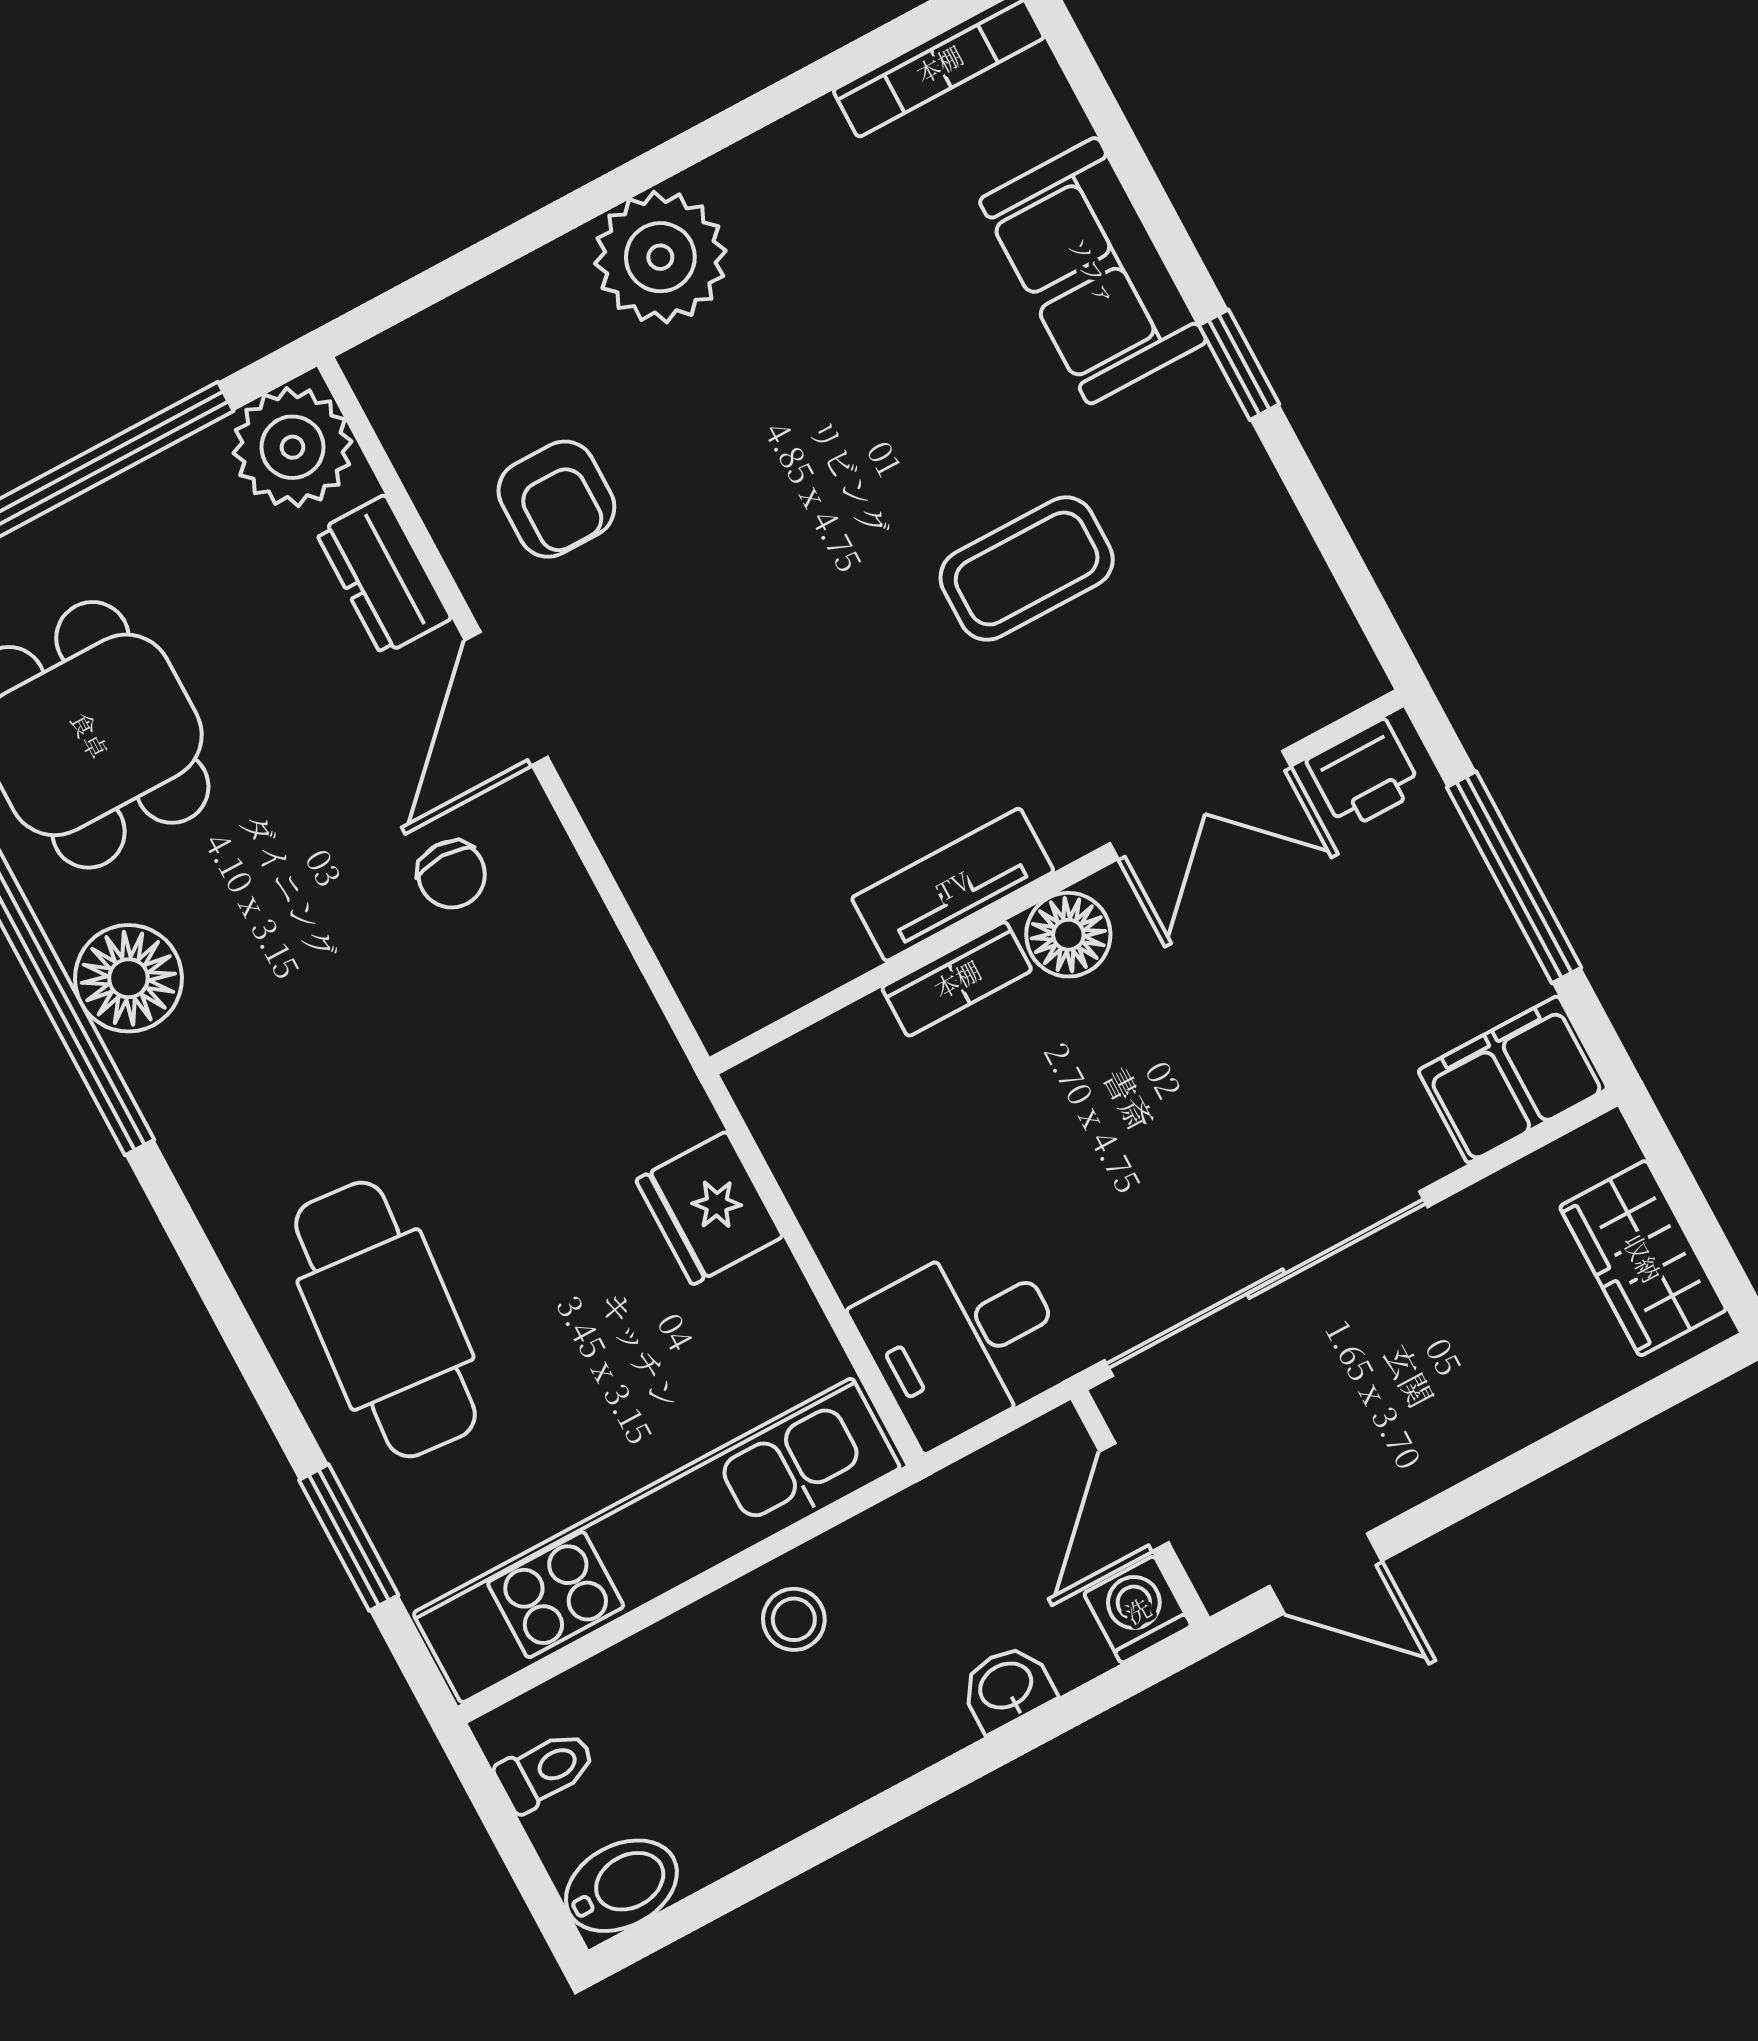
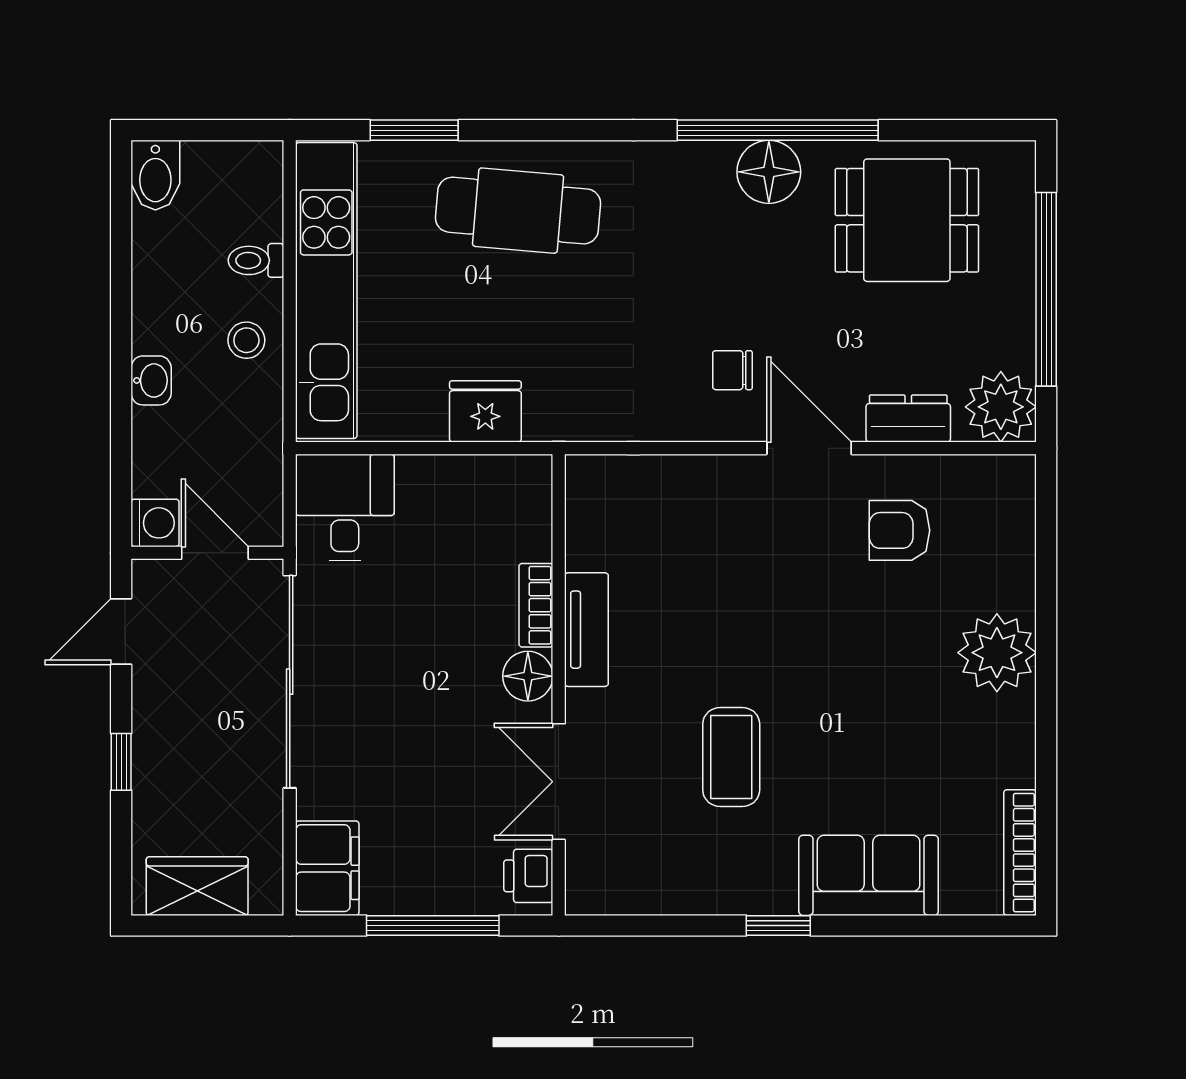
window: (1519, 1470) -> (121, 762), added
washbasin: (1007, 1687) -> (151, 380), moved
toilet: (546, 1770) -> (256, 260), moved, turned 90

